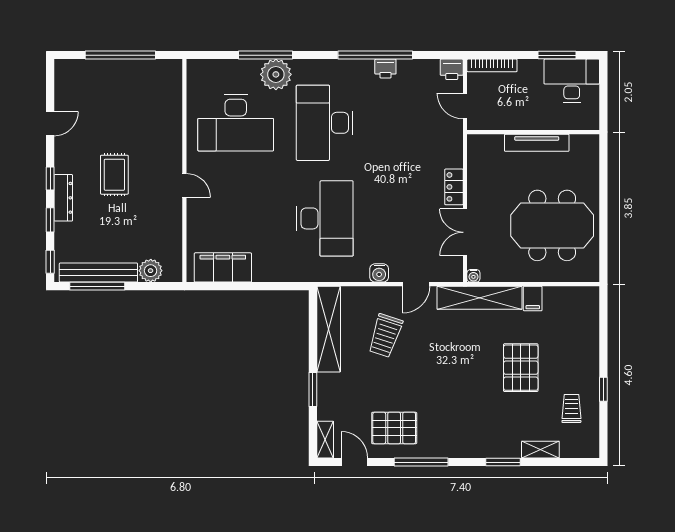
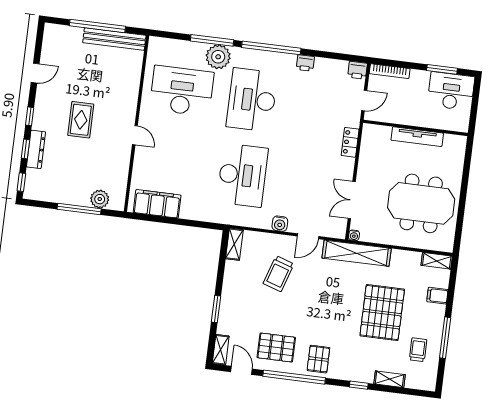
window: (375, 55) -> (271, 48), moved
door: (465, 106) -> (364, 101), swing flipped
desk: (236, 123) -> (182, 91), turned 180
locker: (454, 187) -> (350, 142), moved
dresser: (63, 198) -> (36, 149), moved
bench: (98, 273) -> (114, 39), moved
window: (97, 286) -> (79, 209), moved
shelving: (581, 295) -> (437, 261), added
filing cabinet: (533, 299) -> (437, 296), moved, turned 90
shelving: (329, 329) -> (234, 244), width x0.45, depth x0.75
pallet: (521, 368) -> (382, 313), width x1.37, depth x1.41
window: (603, 389) -> (445, 338), width x2.17
pallet: (449, 436) -> (318, 359), added
window: (421, 462) -> (294, 377), width x1.46
window: (503, 462) -> (359, 385), width x0.67

